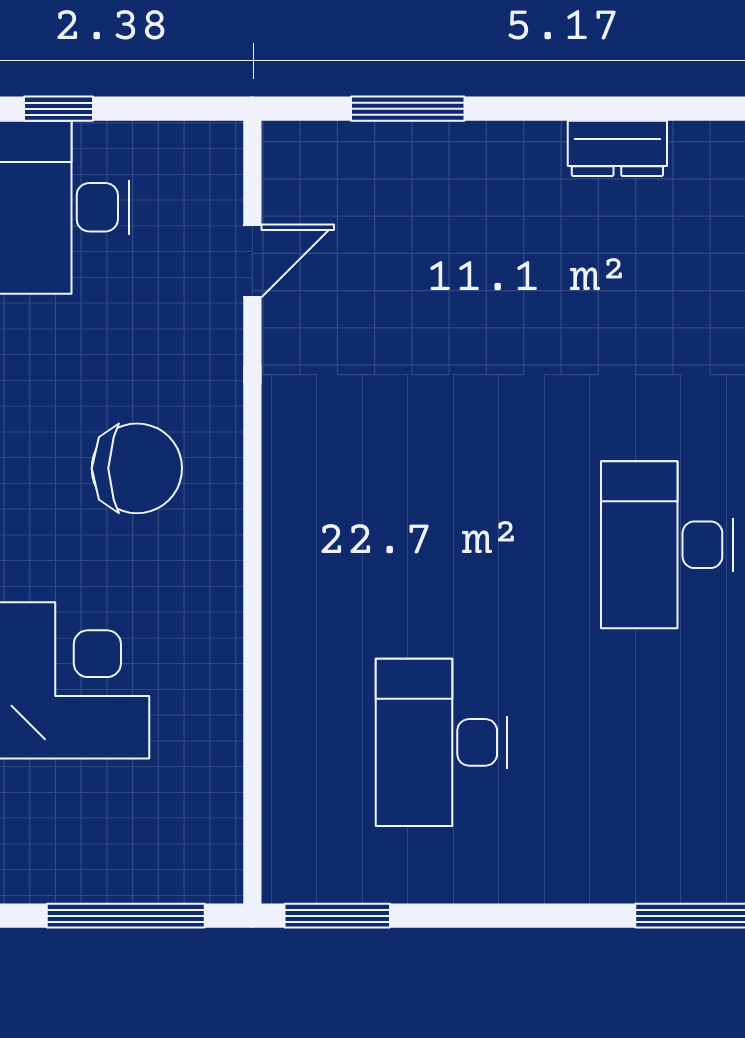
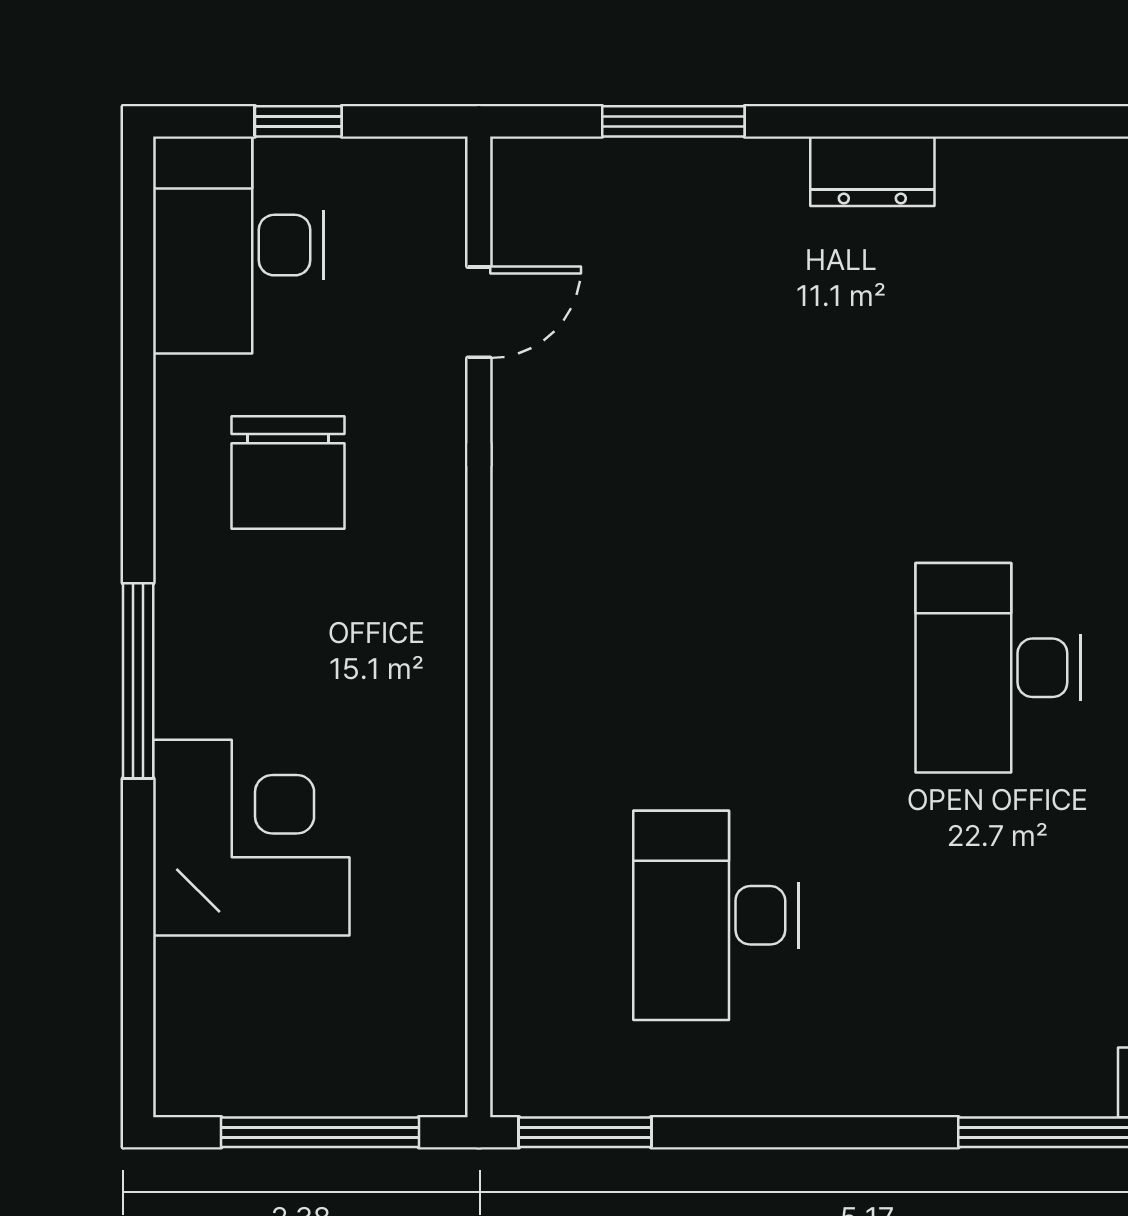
window: (58, 109) -> (298, 121), moved
dresser: (617, 148) -> (872, 171), moved
chair: (137, 468) -> (288, 472), moved, turned 90

